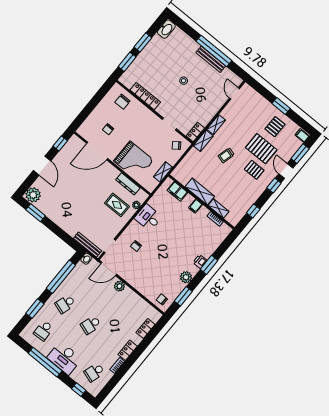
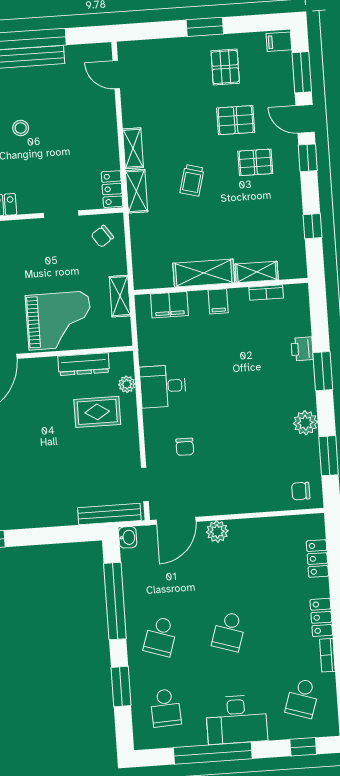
pallet: (261, 149) -> (236, 120), width x0.67, depth x0.71
printer: (200, 262) -> (302, 349), moved

